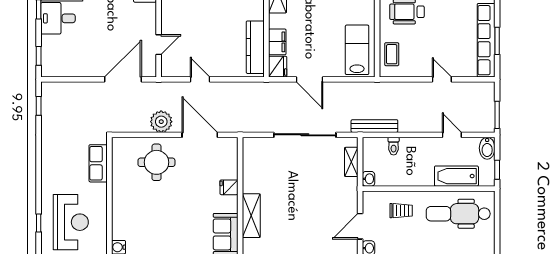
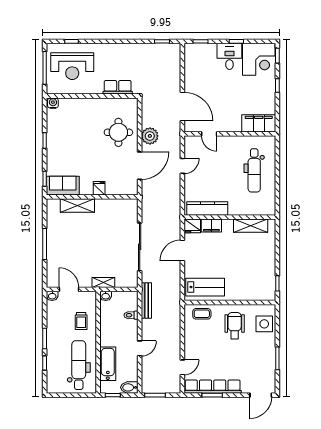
door: (442, 79) -> (182, 367), moved
door: (452, 135) -> (140, 348), moved
shelving: (351, 162) -> (103, 283), moved

